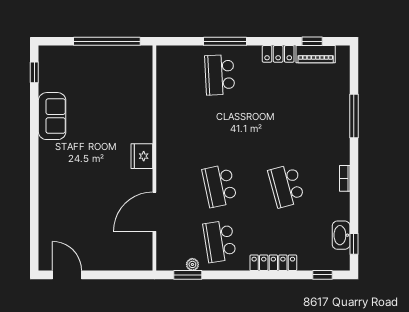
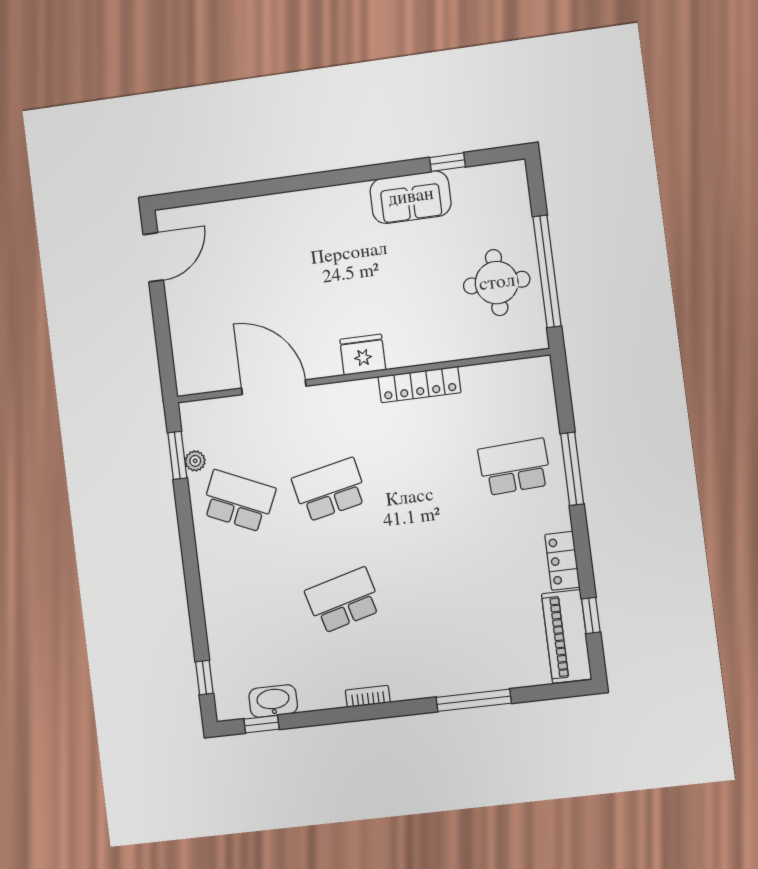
piano: (316, 54) -> (567, 636), width x1.37, depth x1.33
window: (34, 72) -> (447, 162), moved
round table: (110, 72) -> (497, 283), added
school desk: (220, 241) -> (238, 501), turned 33
locker: (273, 263) -> (419, 385), moved, turned 90

